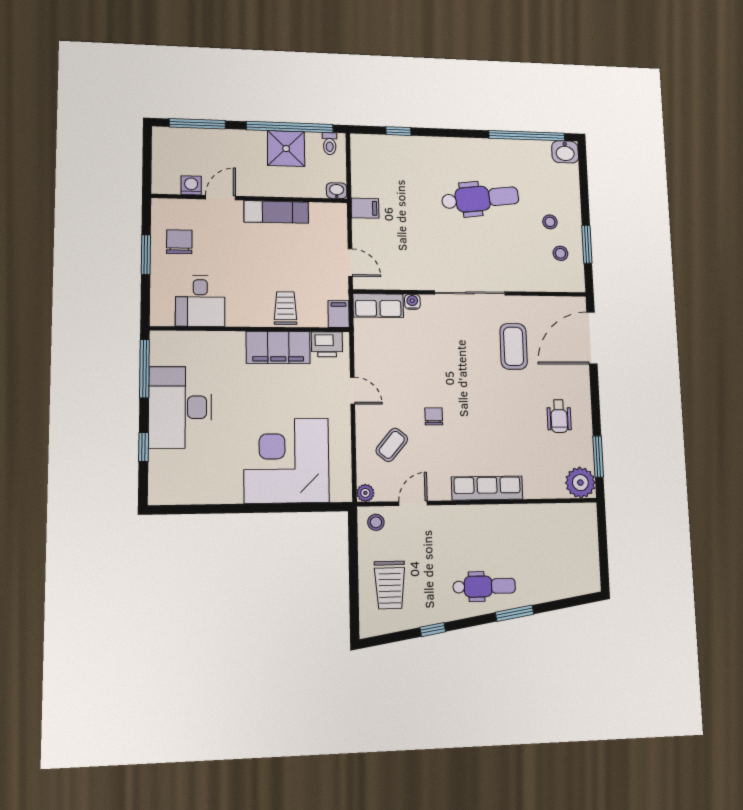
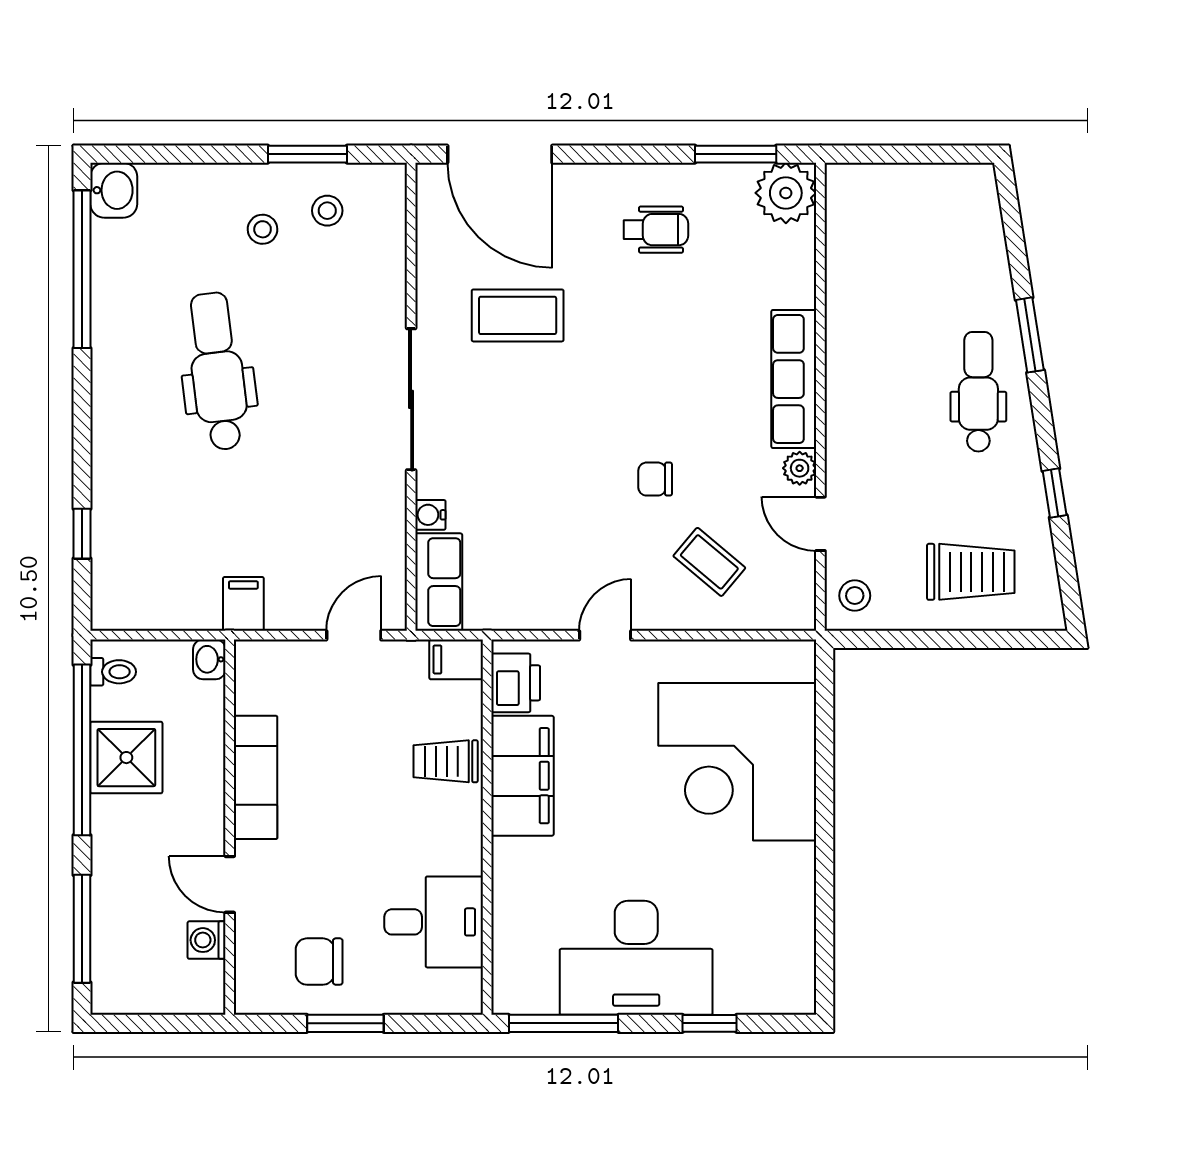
plant: (365, 493) -> (800, 468), moved

